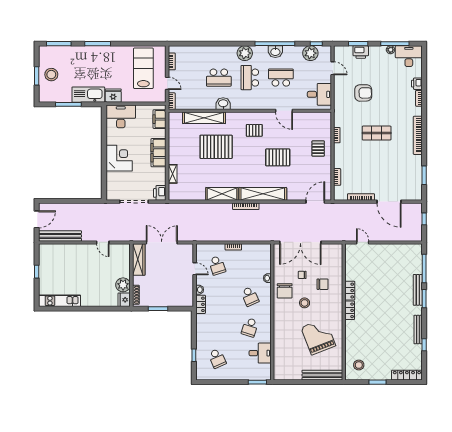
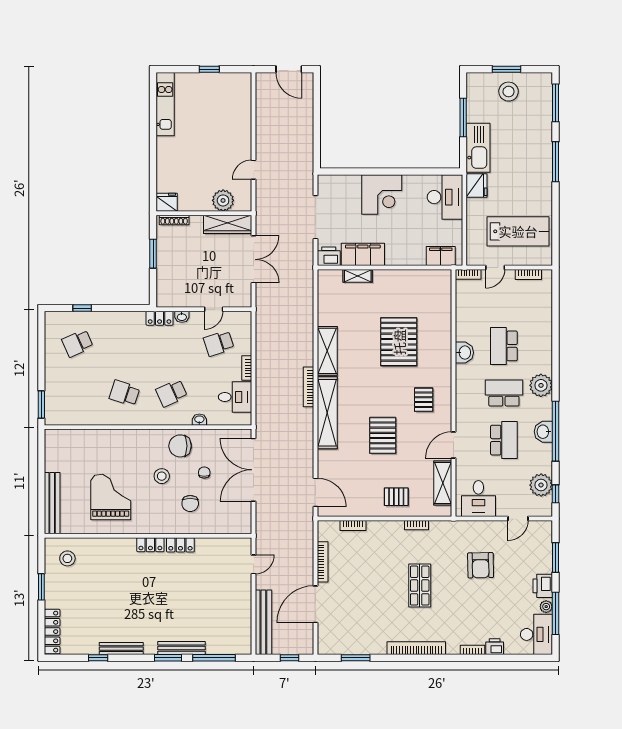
printer: (361, 52) -> (543, 586), moved
shelving: (204, 118) -> (443, 483), moved, width x0.68
filing cabinet: (159, 153) -> (363, 254), moved
bench: (60, 236) -> (263, 622), moved
plant: (123, 285) -> (223, 200), moved
grand piano: (318, 337) -> (111, 497), turned -69
desk: (260, 353) -> (235, 397), moved, turned -90

